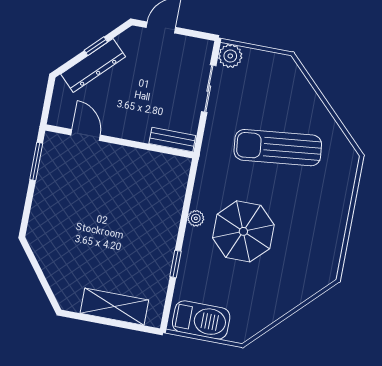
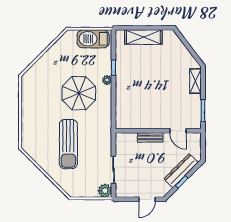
bench: (172, 139) -> (150, 137), moved
sun lounger: (278, 148) -> (68, 144), turned 96
shelving: (40, 215) -> (195, 81), added
plant: (196, 218) -> (107, 80), moved

